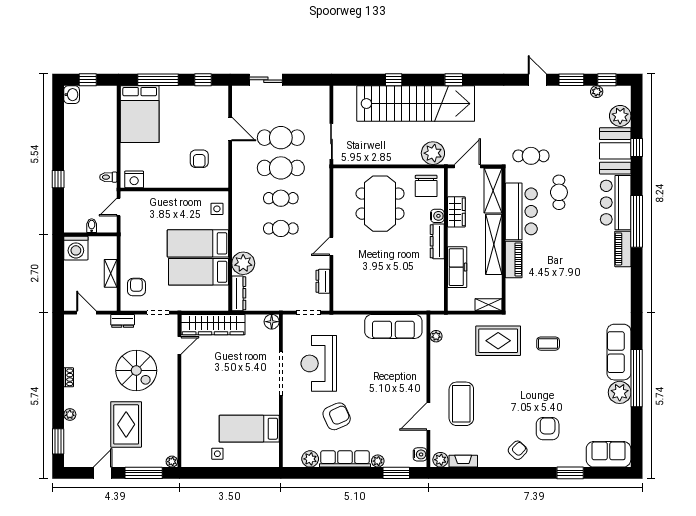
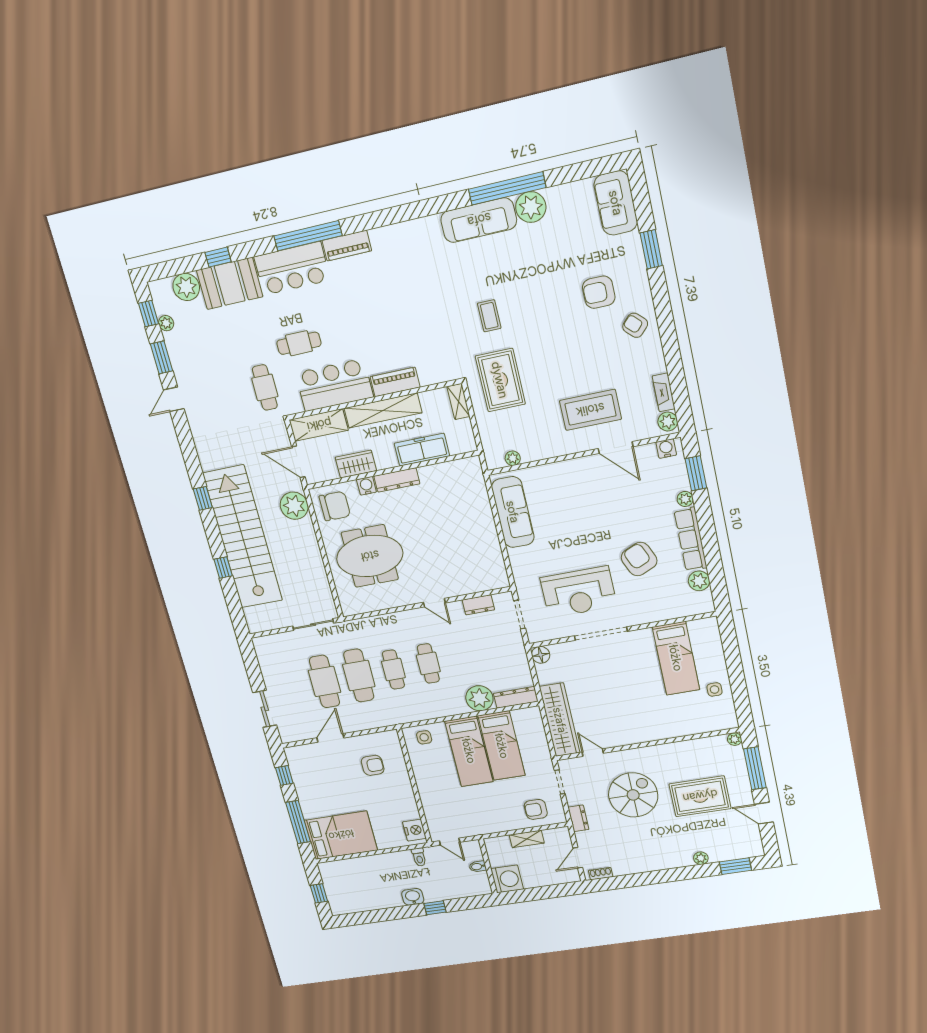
washbasin: (72, 95) -> (413, 897), moved
shoe rack: (69, 377) -> (601, 874), moved

